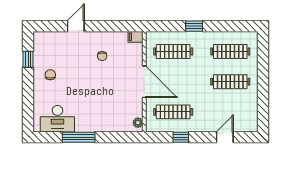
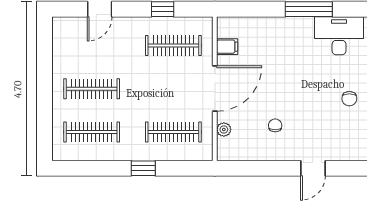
filing cabinet: (136, 37) -> (227, 47), moved
door: (144, 82) -> (215, 89), swing flipped
plant: (138, 123) -> (224, 129), moved

